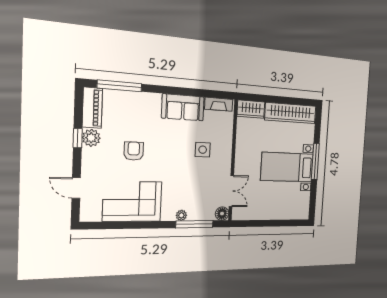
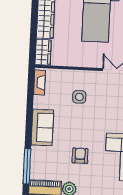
sofa: (183, 107) -> (42, 128), moved
armchair: (134, 151) -> (80, 156), turned 90

